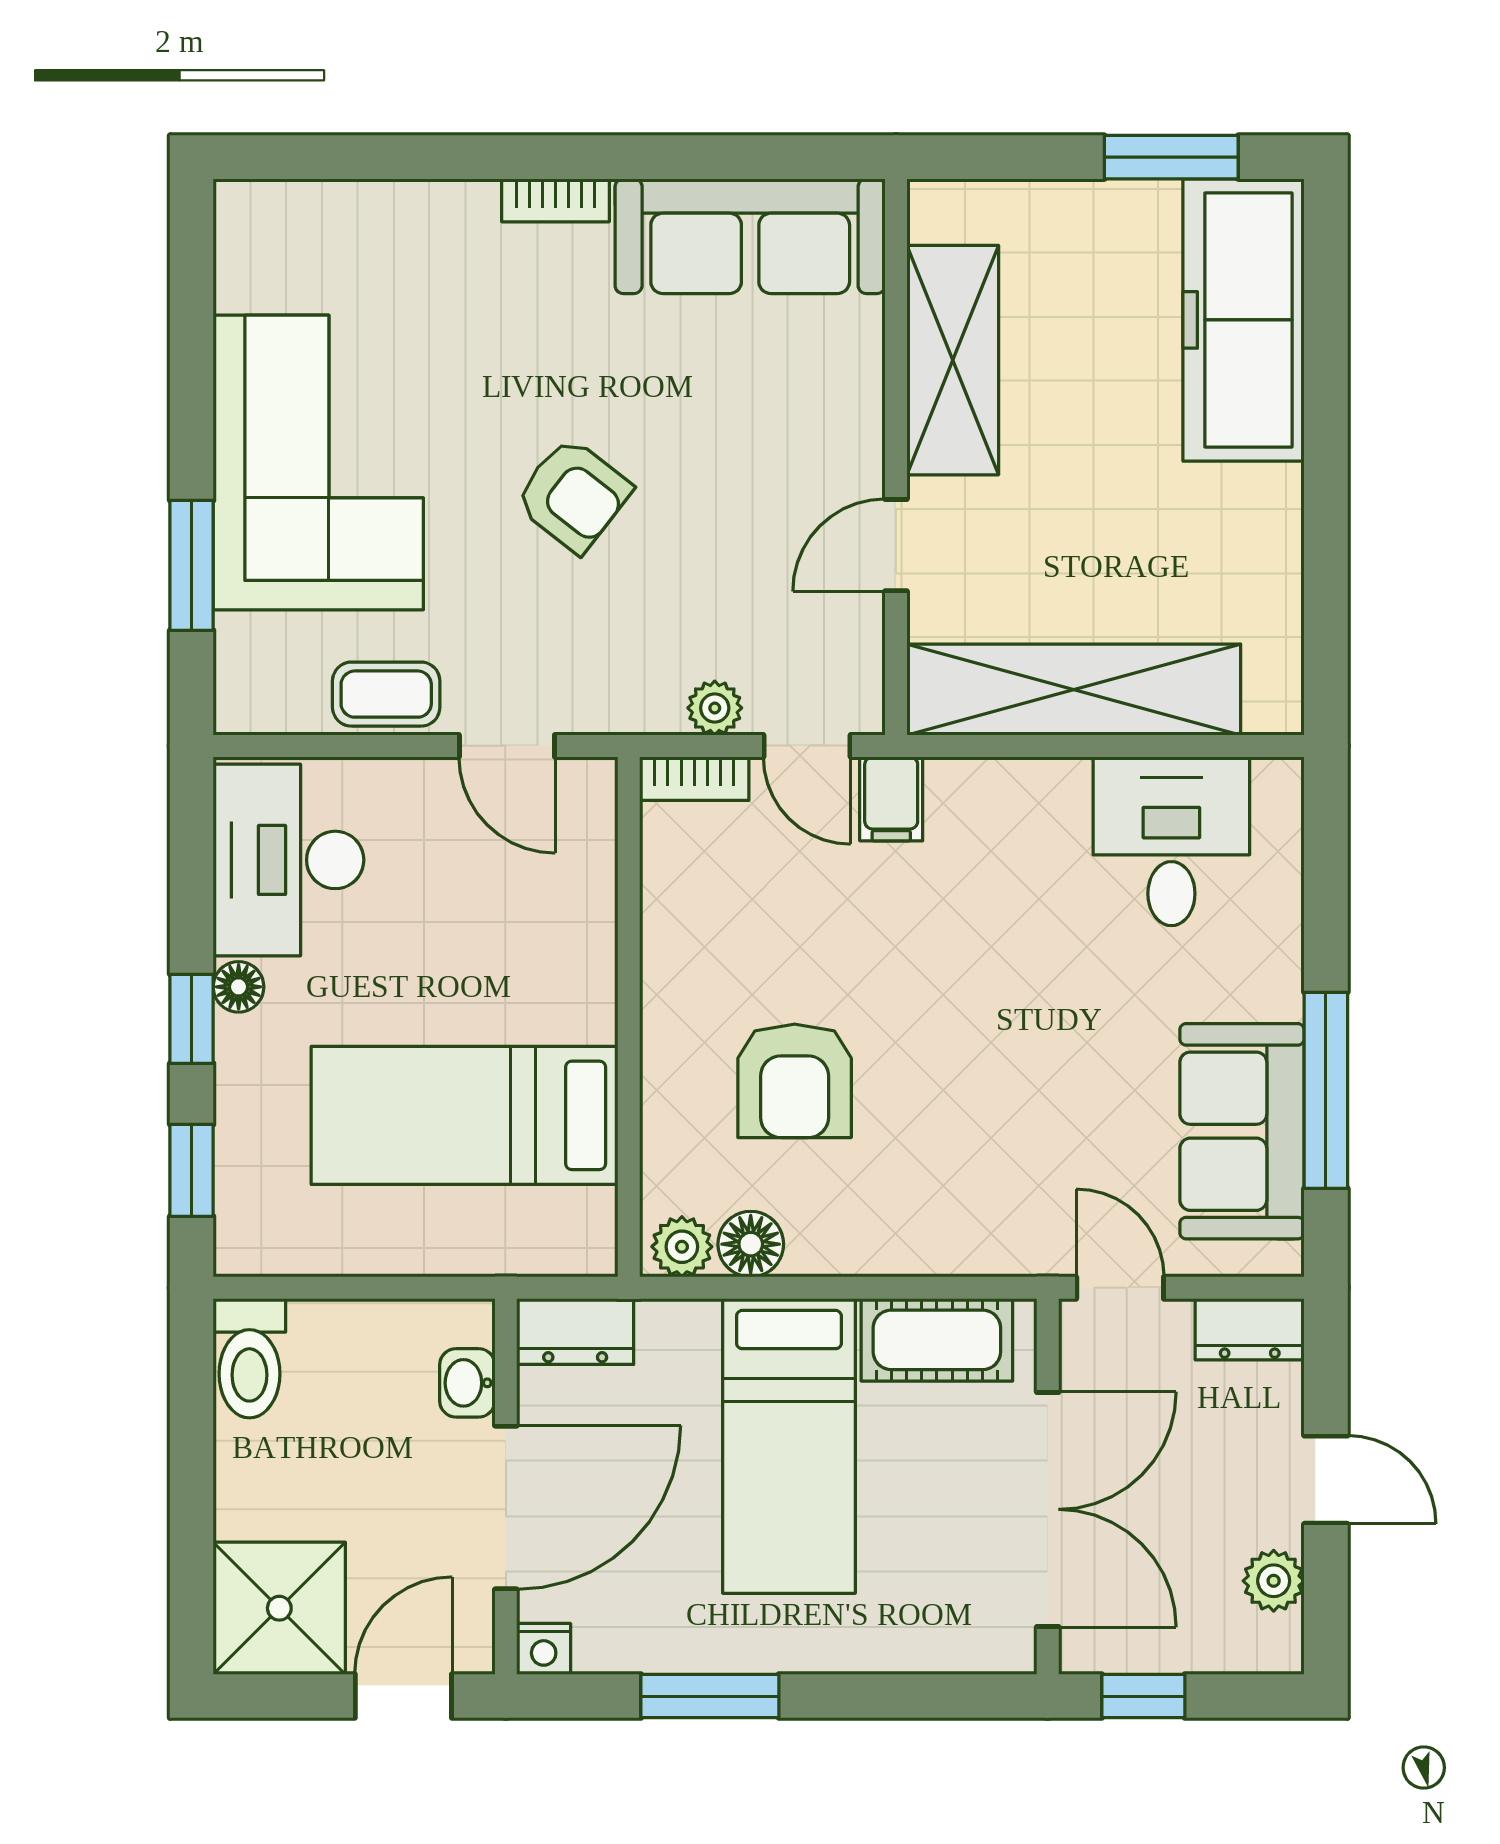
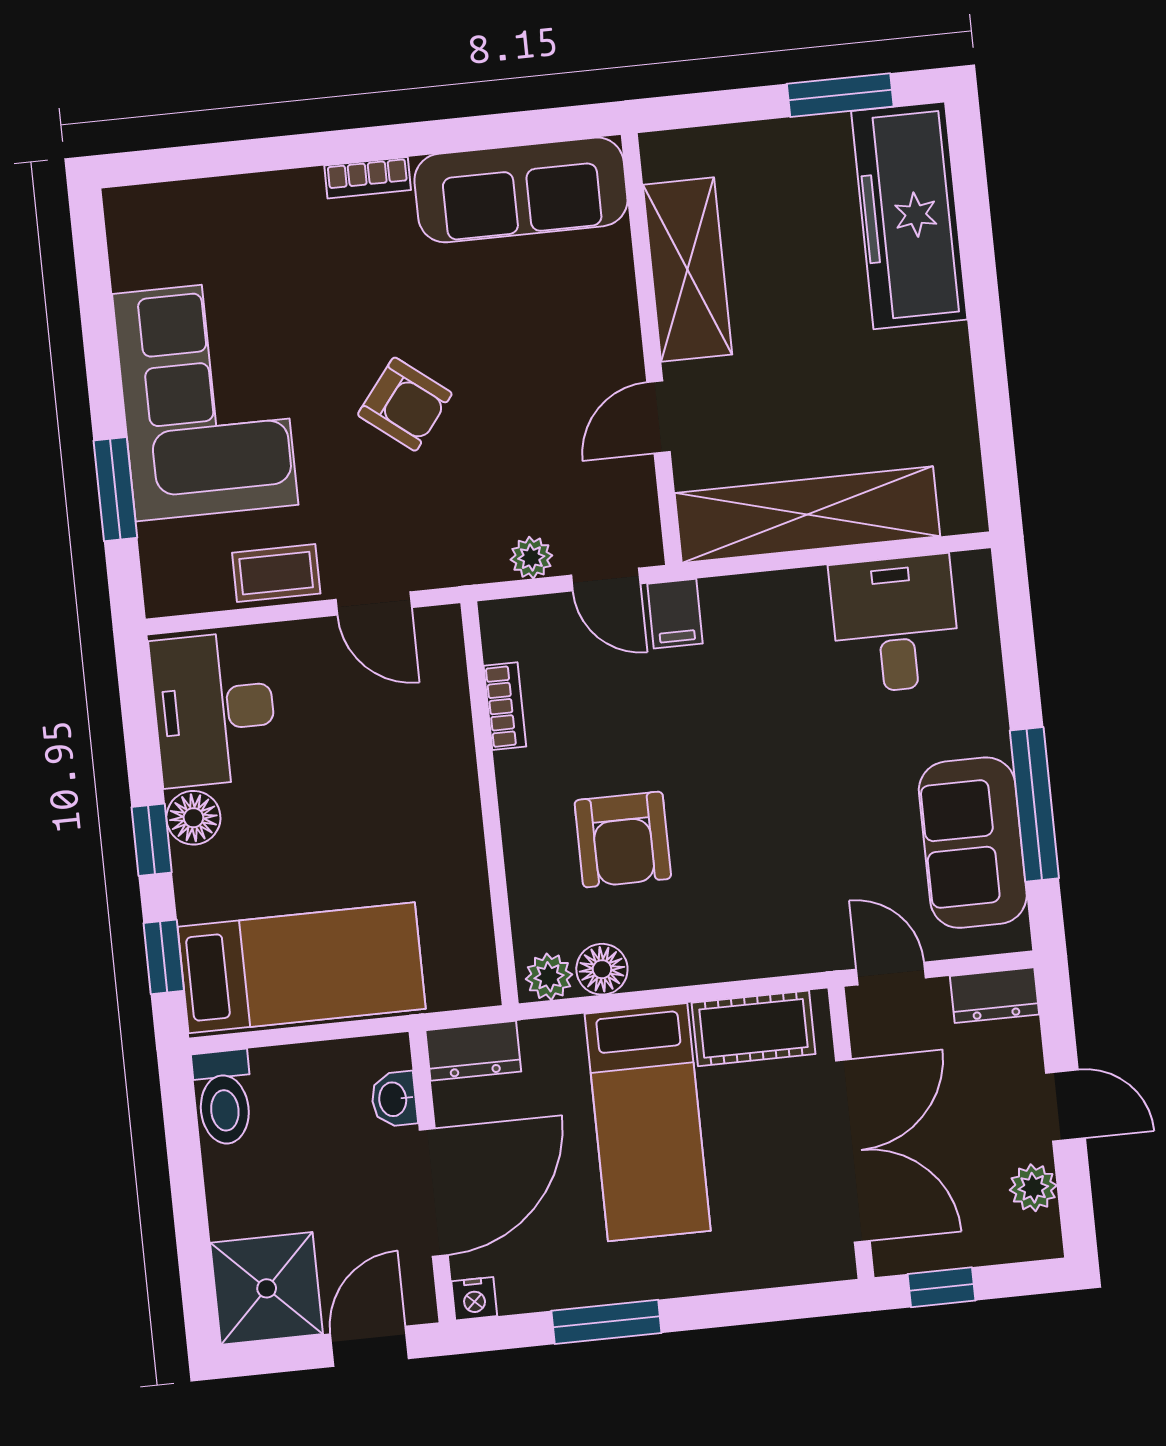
bookcase: (694, 779) -> (505, 706), moved, turned -90
floor lamp: (239, 987) -> (193, 818), width x1.37, depth x1.37
bed: (464, 1115) -> (302, 968), moved, turned 180

